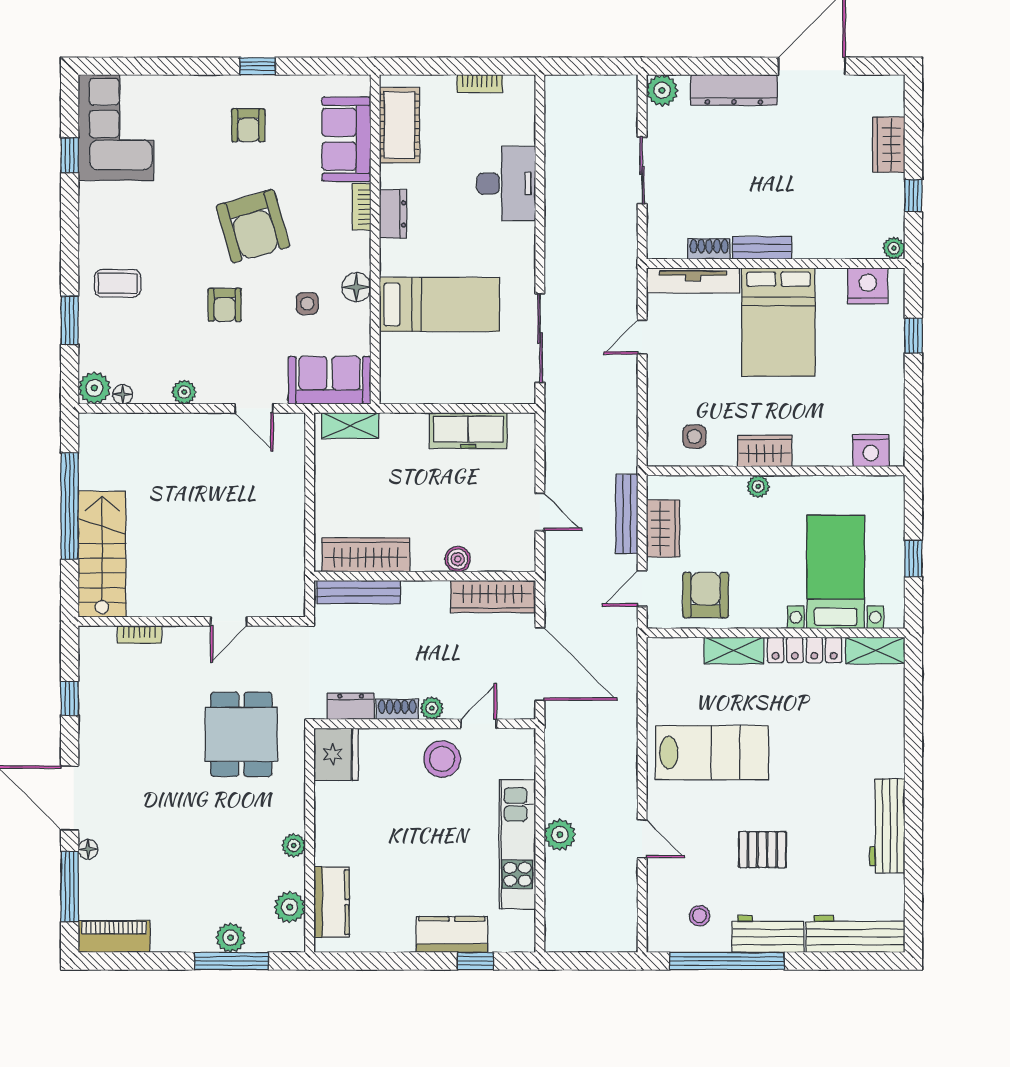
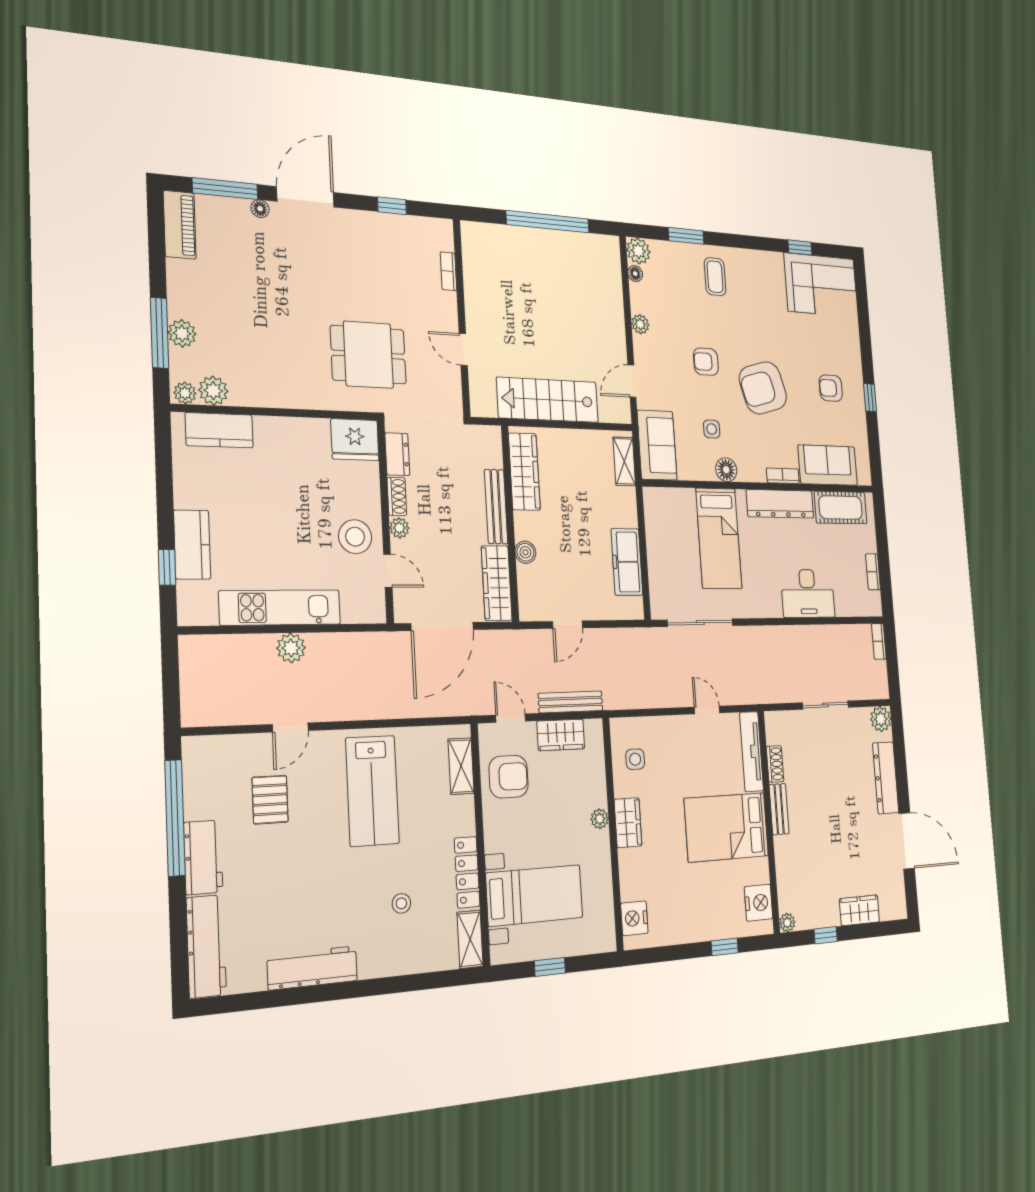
bookcase: (566, 83) -> (879, 641), added
dresser: (393, 214) -> (780, 504), width x1.96, depth x1.24
stairs: (102, 554) -> (548, 400), moved, turned 180
bench: (359, 592) -> (496, 507), moved
shelving: (734, 651) -> (461, 766), moved
plant: (294, 845) -> (185, 393), moved
pallet: (762, 850) -> (270, 800), moved
stool: (700, 916) -> (401, 903), moved

